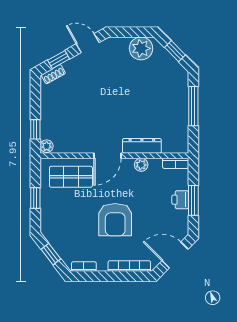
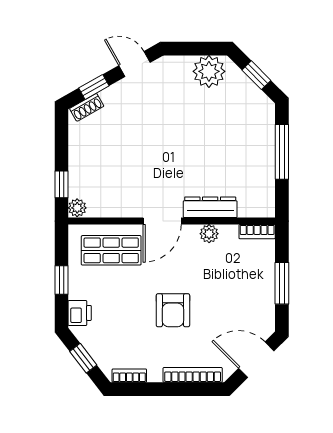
printer: (180, 200) -> (80, 313), moved, turned 180
armchair: (115, 220) -> (173, 310), width x0.73, depth x0.73

